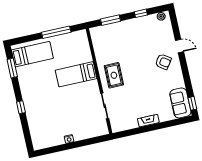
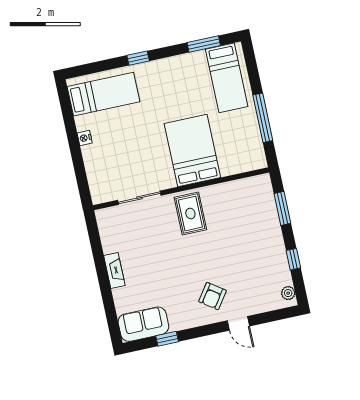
door: (180, 46) -> (238, 323), hinge flipped
bed: (76, 74) -> (192, 150), width x1.50
rug: (114, 75) -> (190, 214), turned 90
window: (192, 103) -> (167, 339), moved
bed: (43, 128) -> (103, 94), added

